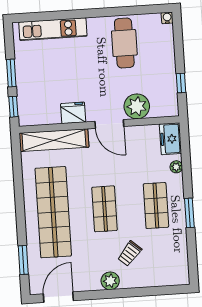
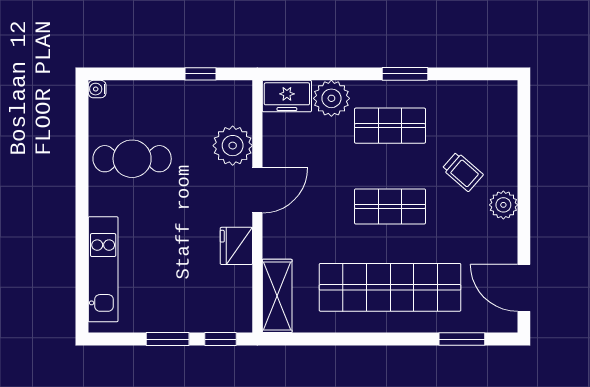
shelving: (54, 140) -> (277, 296), width x0.68
plant: (176, 167) -> (331, 98), width x1.87, depth x1.87

